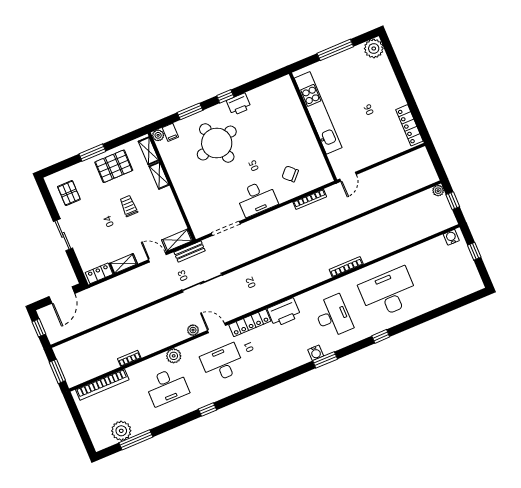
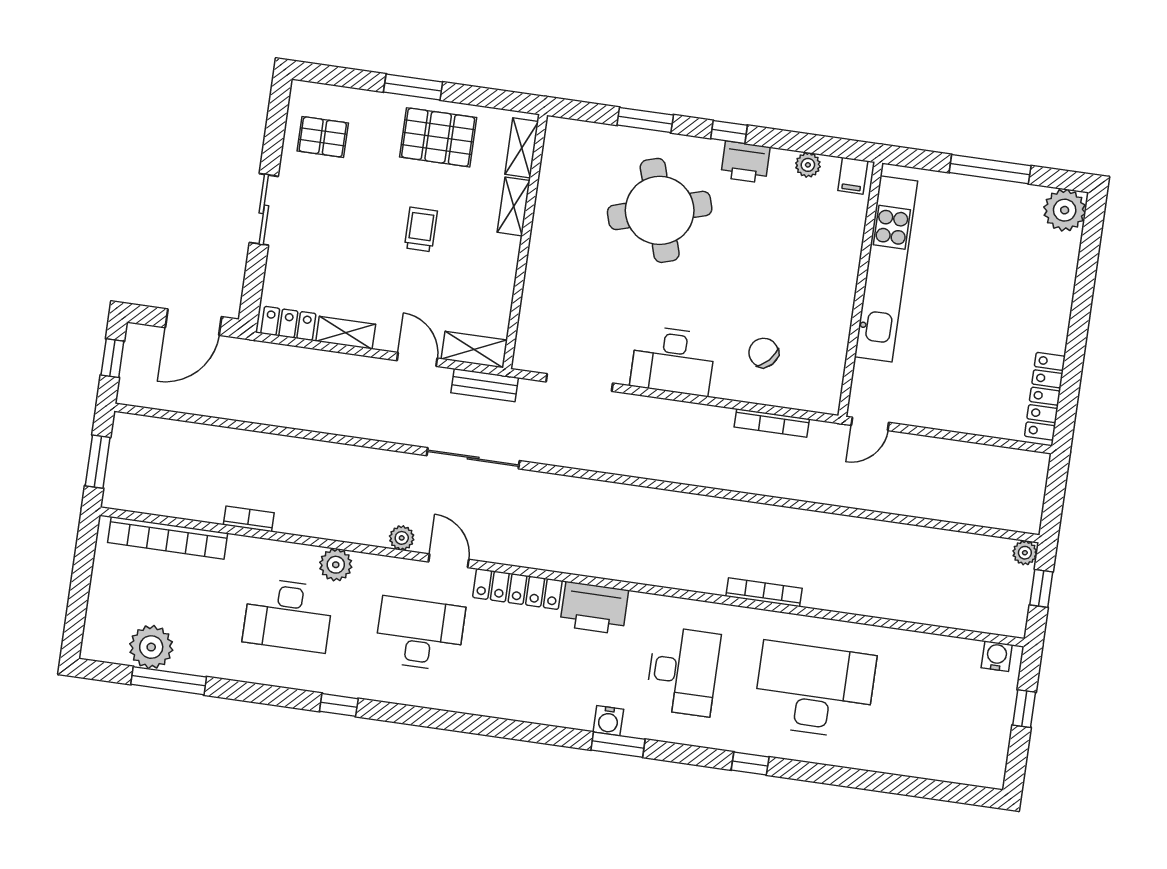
filing cabinet: (170, 132) -> (853, 176), moved
plant: (158, 135) -> (808, 165), moved
pallet: (69, 193) -> (323, 137), turned 90

